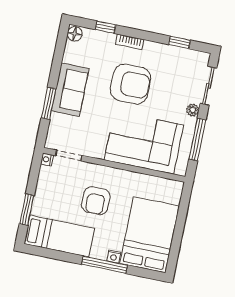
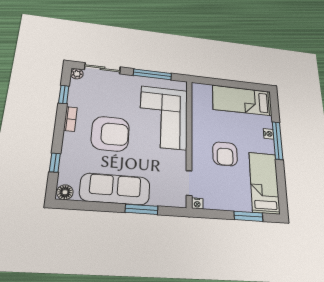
bookcase: (130, 42) -> (70, 119), moved
armchair: (131, 84) -> (110, 134), turned 90
sofa: (70, 90) -> (115, 189), width x1.36
plant: (193, 110) -> (77, 74), moved
armchair: (96, 201) -> (225, 154), turned 90
bed: (149, 235) -> (242, 101), width x0.67

